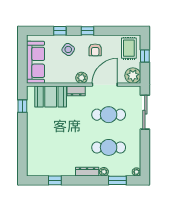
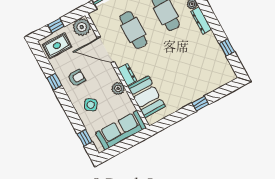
window: (60, 31) -> (85, 138), moved
window: (87, 31) -> (54, 82), moved
plant: (82, 78) -> (118, 88), moved
window: (22, 106) -> (200, 104), moved

